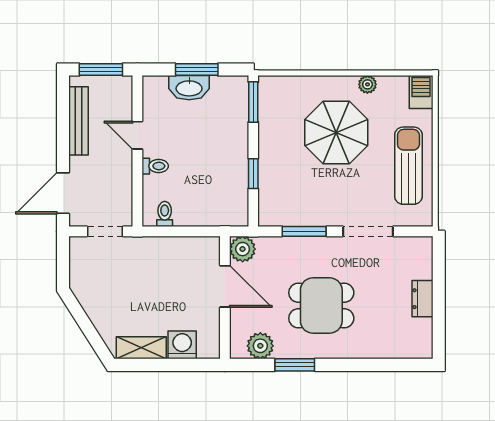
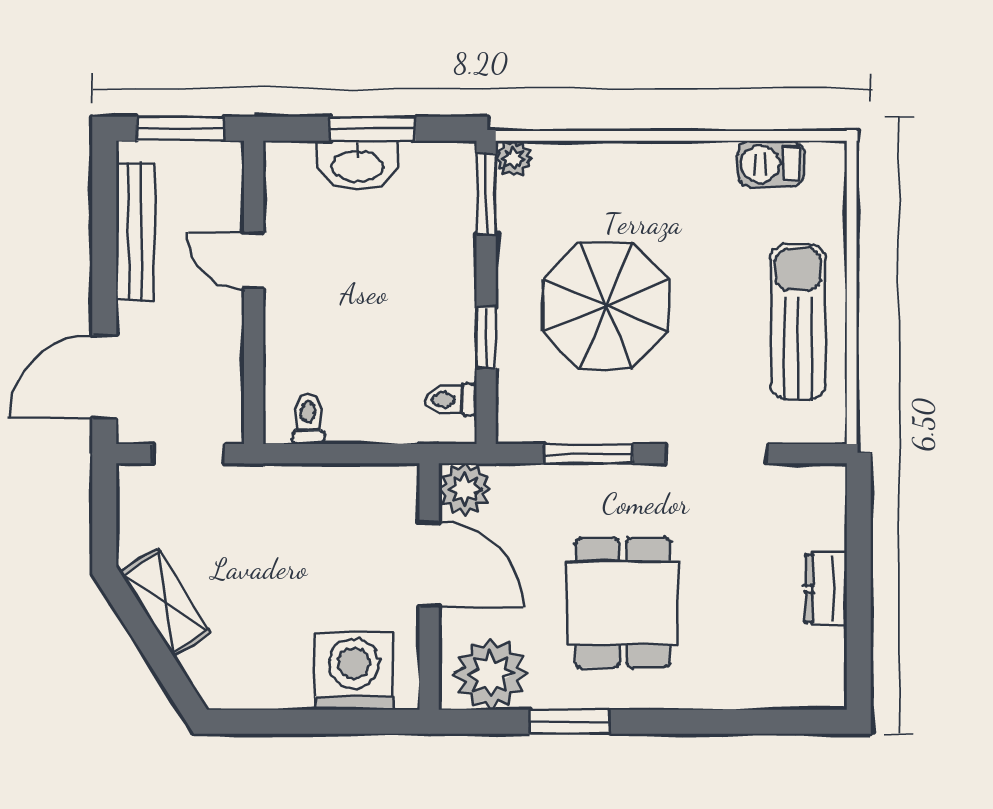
plant: (367, 84) -> (514, 158), moved
barbecue: (421, 92) -> (771, 164), moved, turned -90
parasol: (336, 132) -> (606, 306), moved
toilet: (155, 166) -> (451, 400), moved, turned 180
dining table: (321, 306) -> (623, 603), turned 90
washing machine: (182, 345) -> (354, 671), width x1.37, depth x1.37
plant: (260, 346) -> (491, 674), width x1.36, depth x1.36
shelving: (141, 348) -> (165, 603), moved, turned 57

